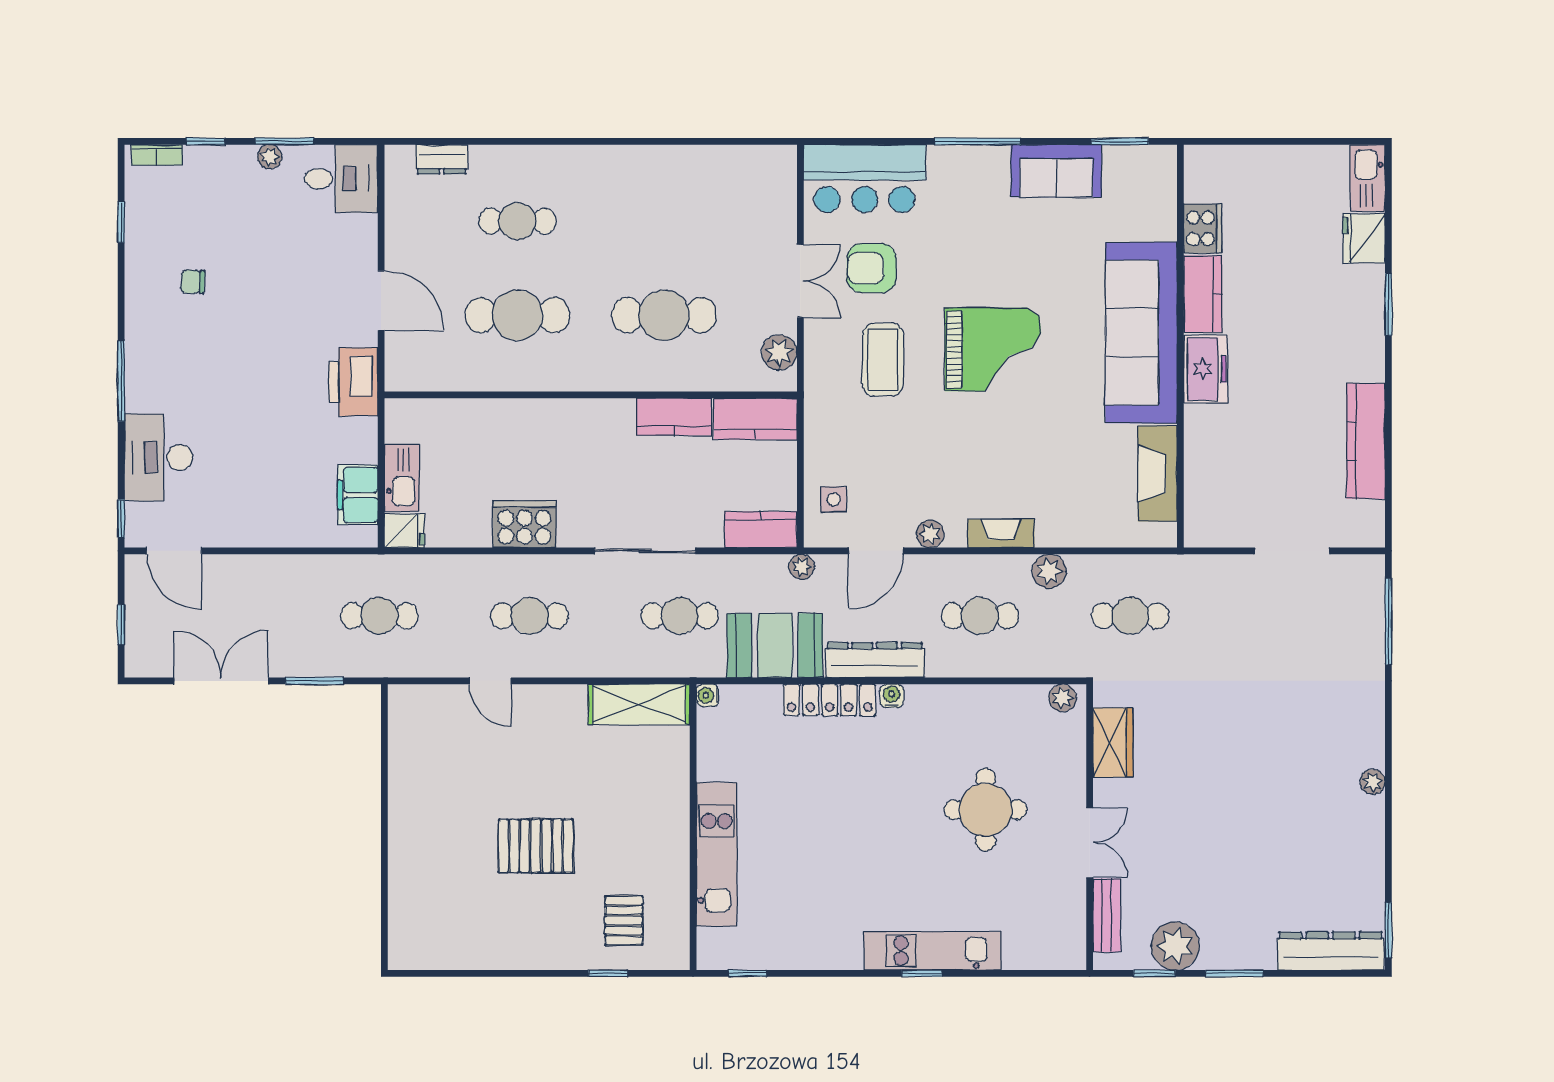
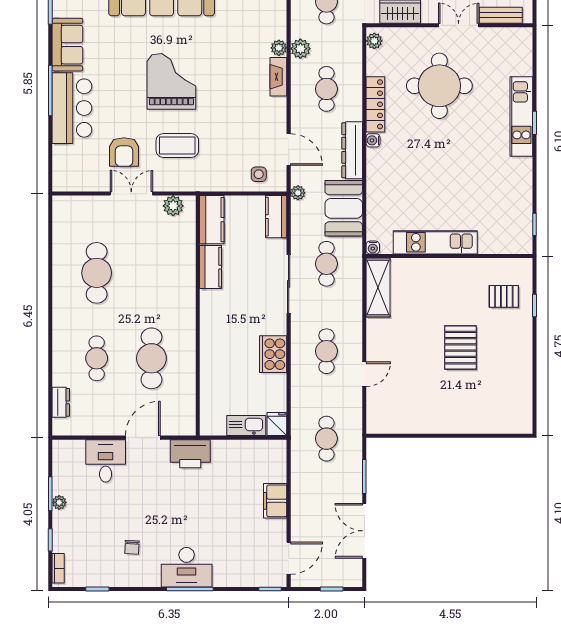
desk: (341, 179) -> (106, 461), moved
bar counter: (865, 179) -> (72, 108), moved
cafe table: (664, 315) -> (97, 273), moved
desk: (158, 457) -> (187, 567), moved
filing cabinet: (358, 495) -> (275, 501), moved, turned 90
plant: (930, 534) -> (279, 48), moved
locker: (830, 700) -> (375, 104), moved
round table: (985, 810) -> (439, 86), width x1.36, depth x1.36
kitchen unit: (717, 854) -> (435, 242), moved

